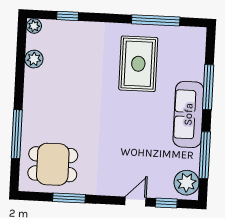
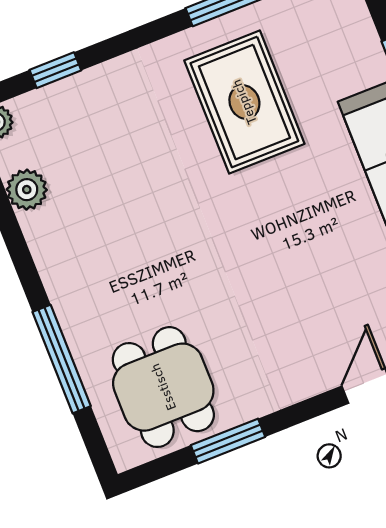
dining table: (53, 164) -> (163, 387), turned 90

